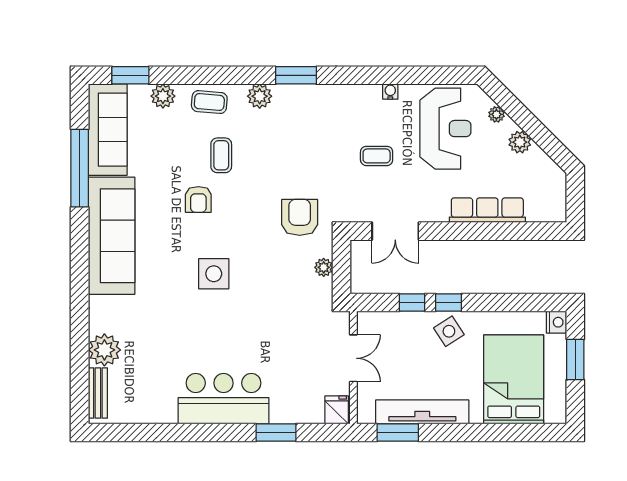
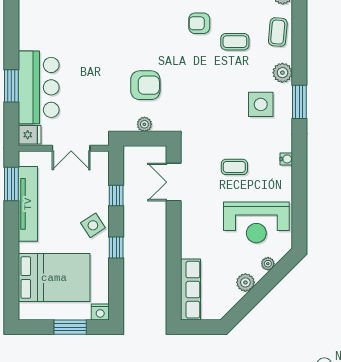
water cooler: (390, 92) -> (286, 159), moved
coffee table: (377, 156) -> (234, 167), turned 90
row of seats: (487, 210) -> (191, 290), moved
armchair: (300, 217) -> (145, 85), moved
side table: (214, 274) -> (261, 104), moved
window: (449, 303) -> (116, 248), moved
bar counter: (224, 399) -> (39, 87), moved

